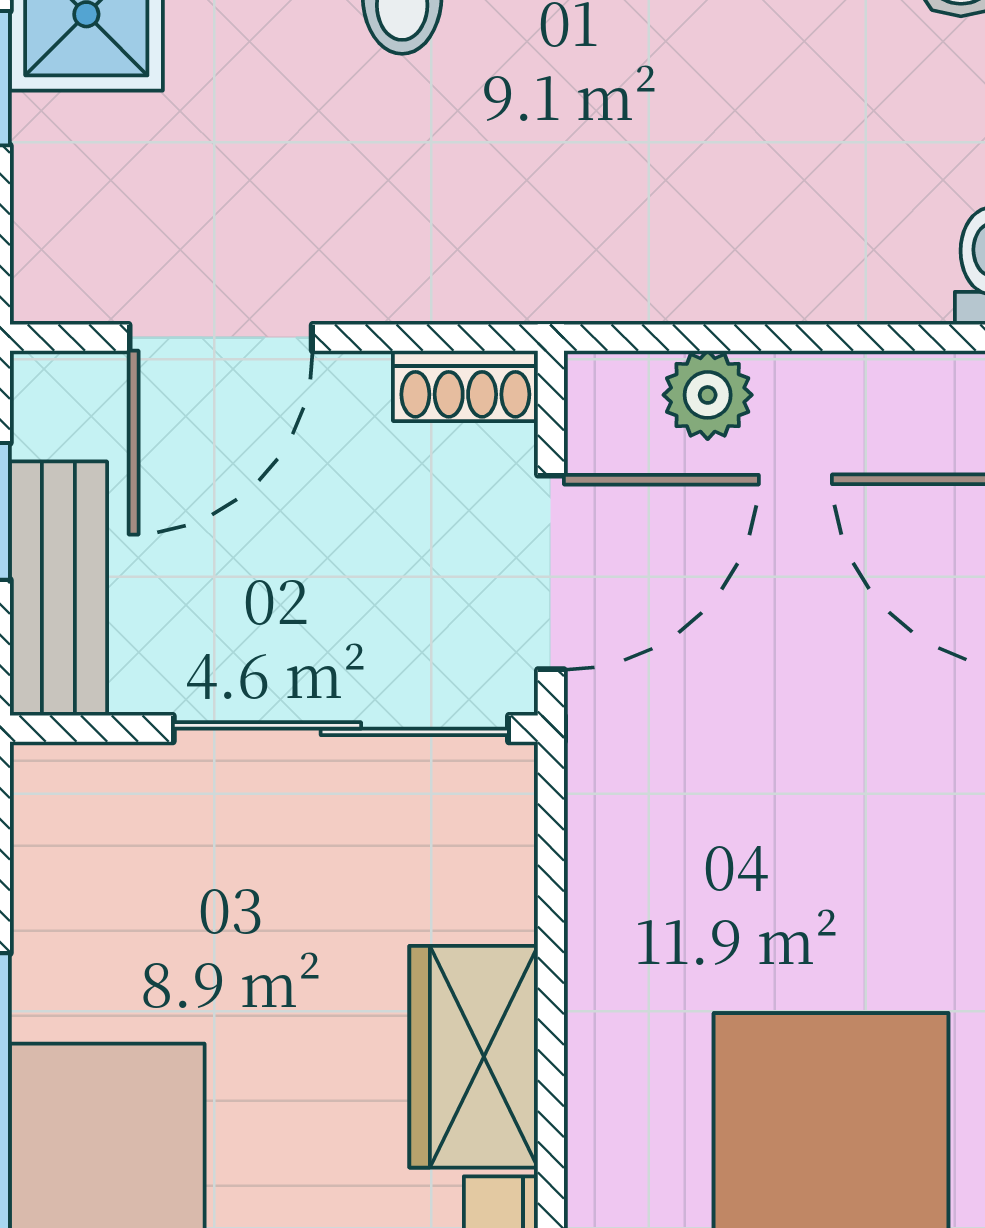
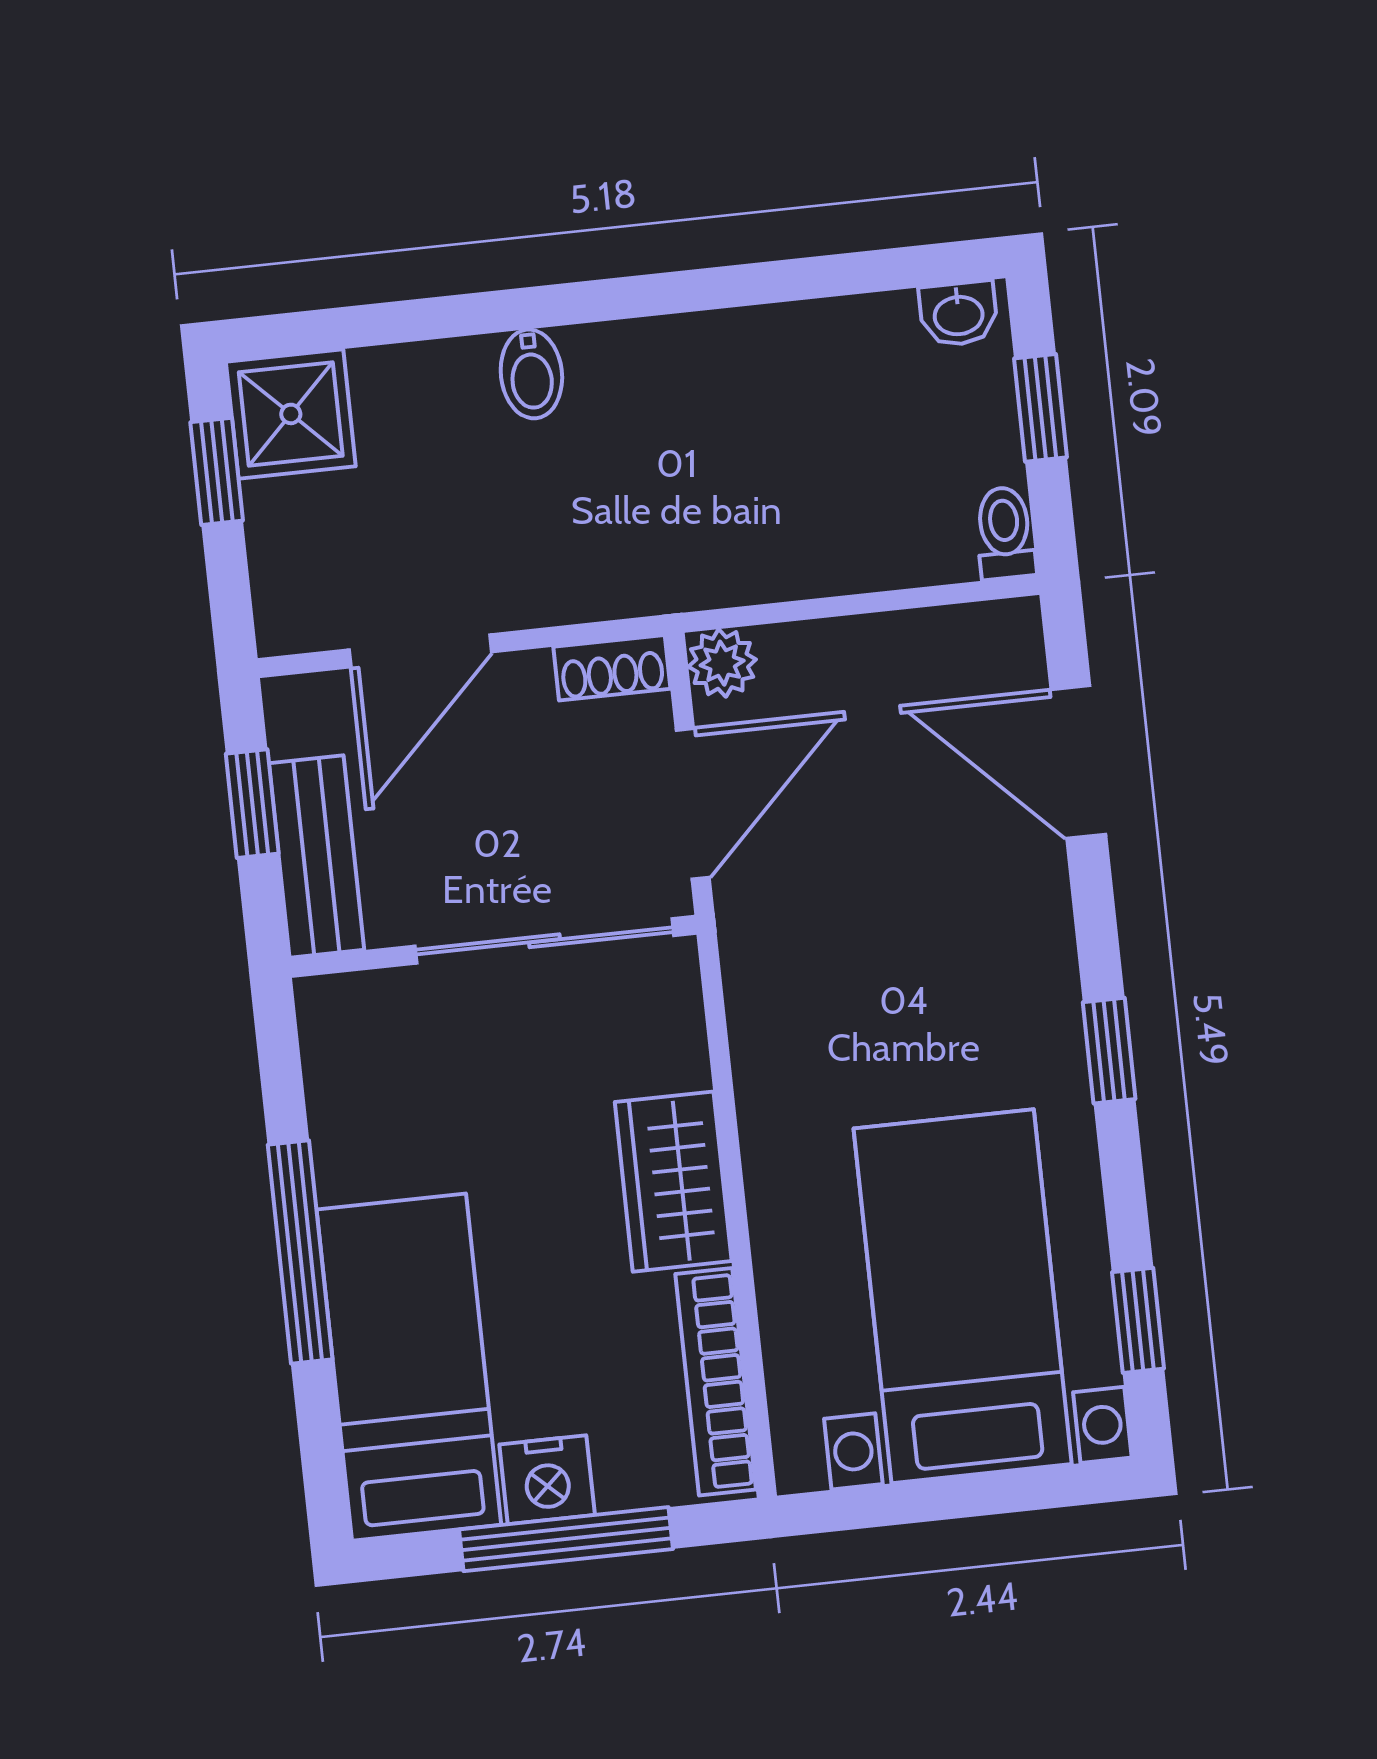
plant: (708, 395) -> (722, 663), moved

